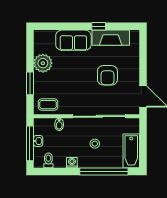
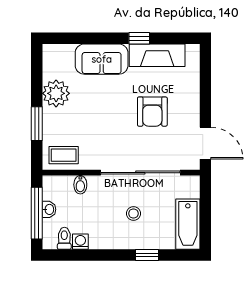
washing machine: (72, 163) -> (80, 242), moved
window: (104, 172) -> (147, 255), width x0.32

